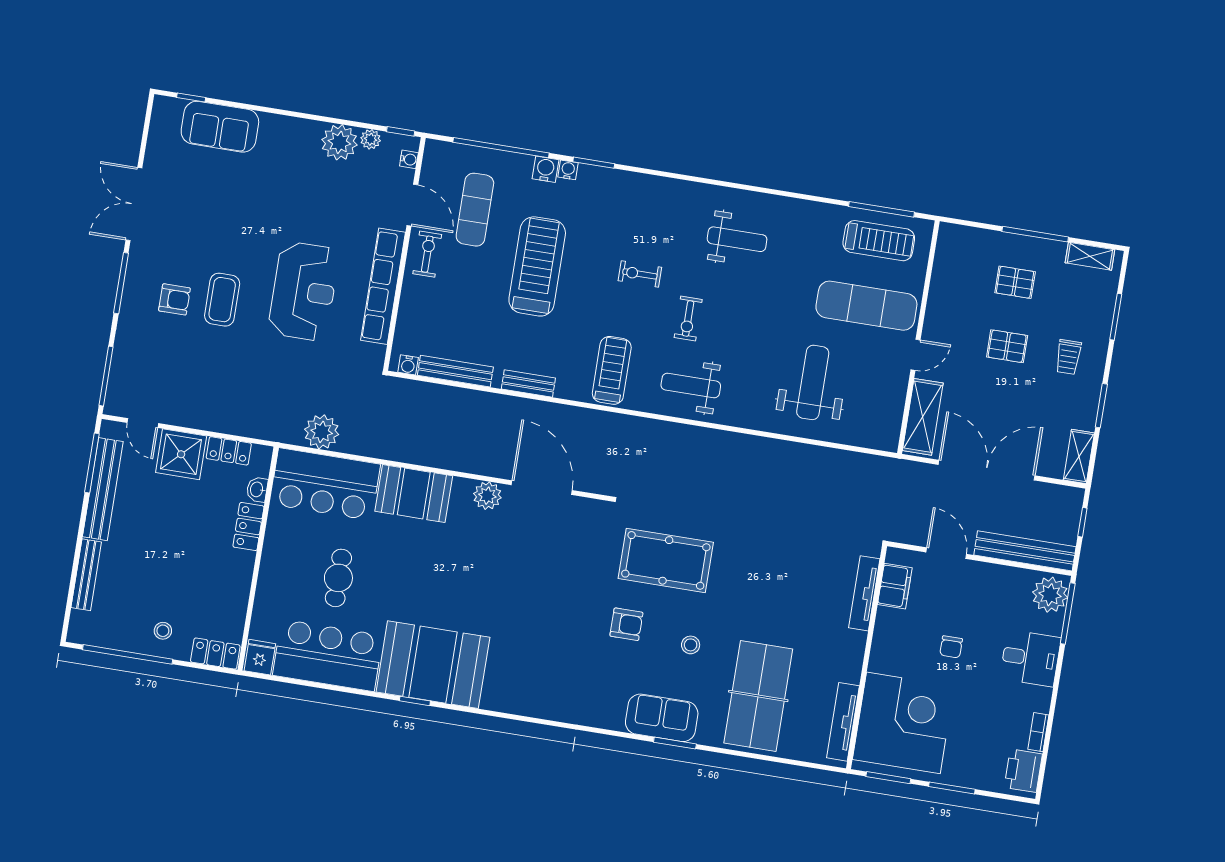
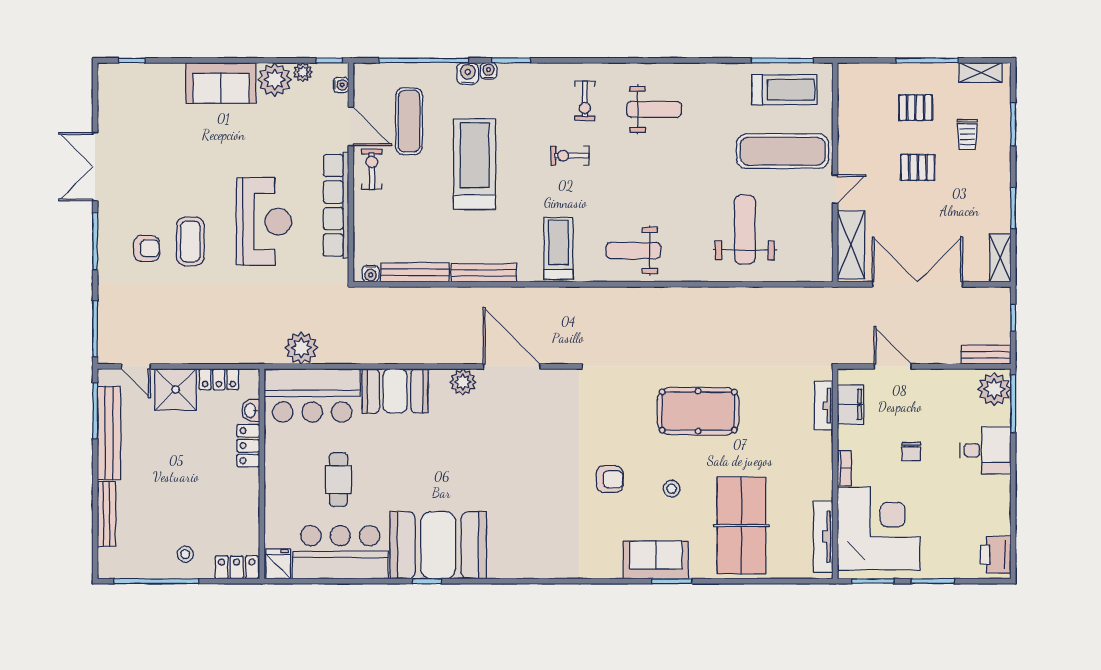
sofa: (220, 127) -> (221, 83), moved
exercise bike: (688, 319) -> (585, 101), moved
trolley: (1068, 357) -> (967, 135), moved
bench: (528, 383) -> (484, 273), width x1.36
bench: (1025, 551) -> (986, 355), width x0.54, depth x0.82
pool table: (666, 560) -> (698, 411), moved
tv unit: (864, 593) -> (824, 406), width x0.71
bookcase: (1038, 732) -> (844, 468), moved, turned 180

